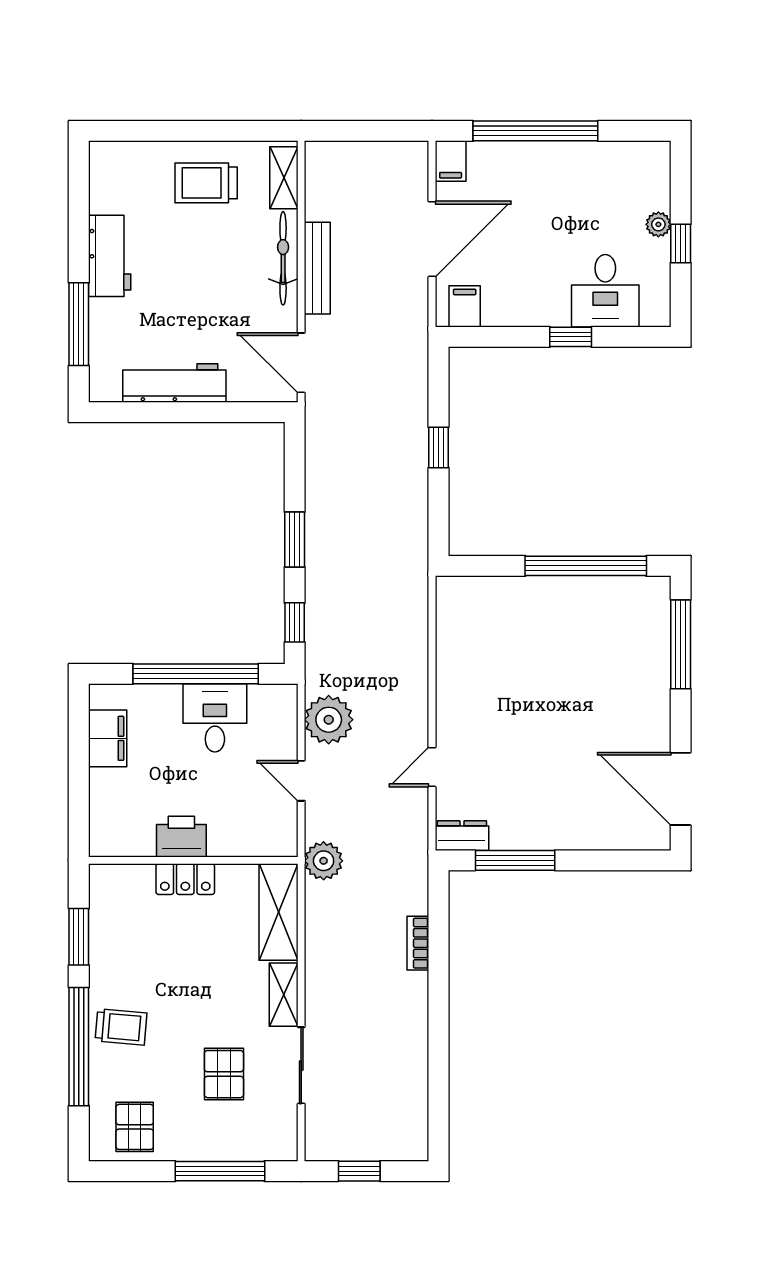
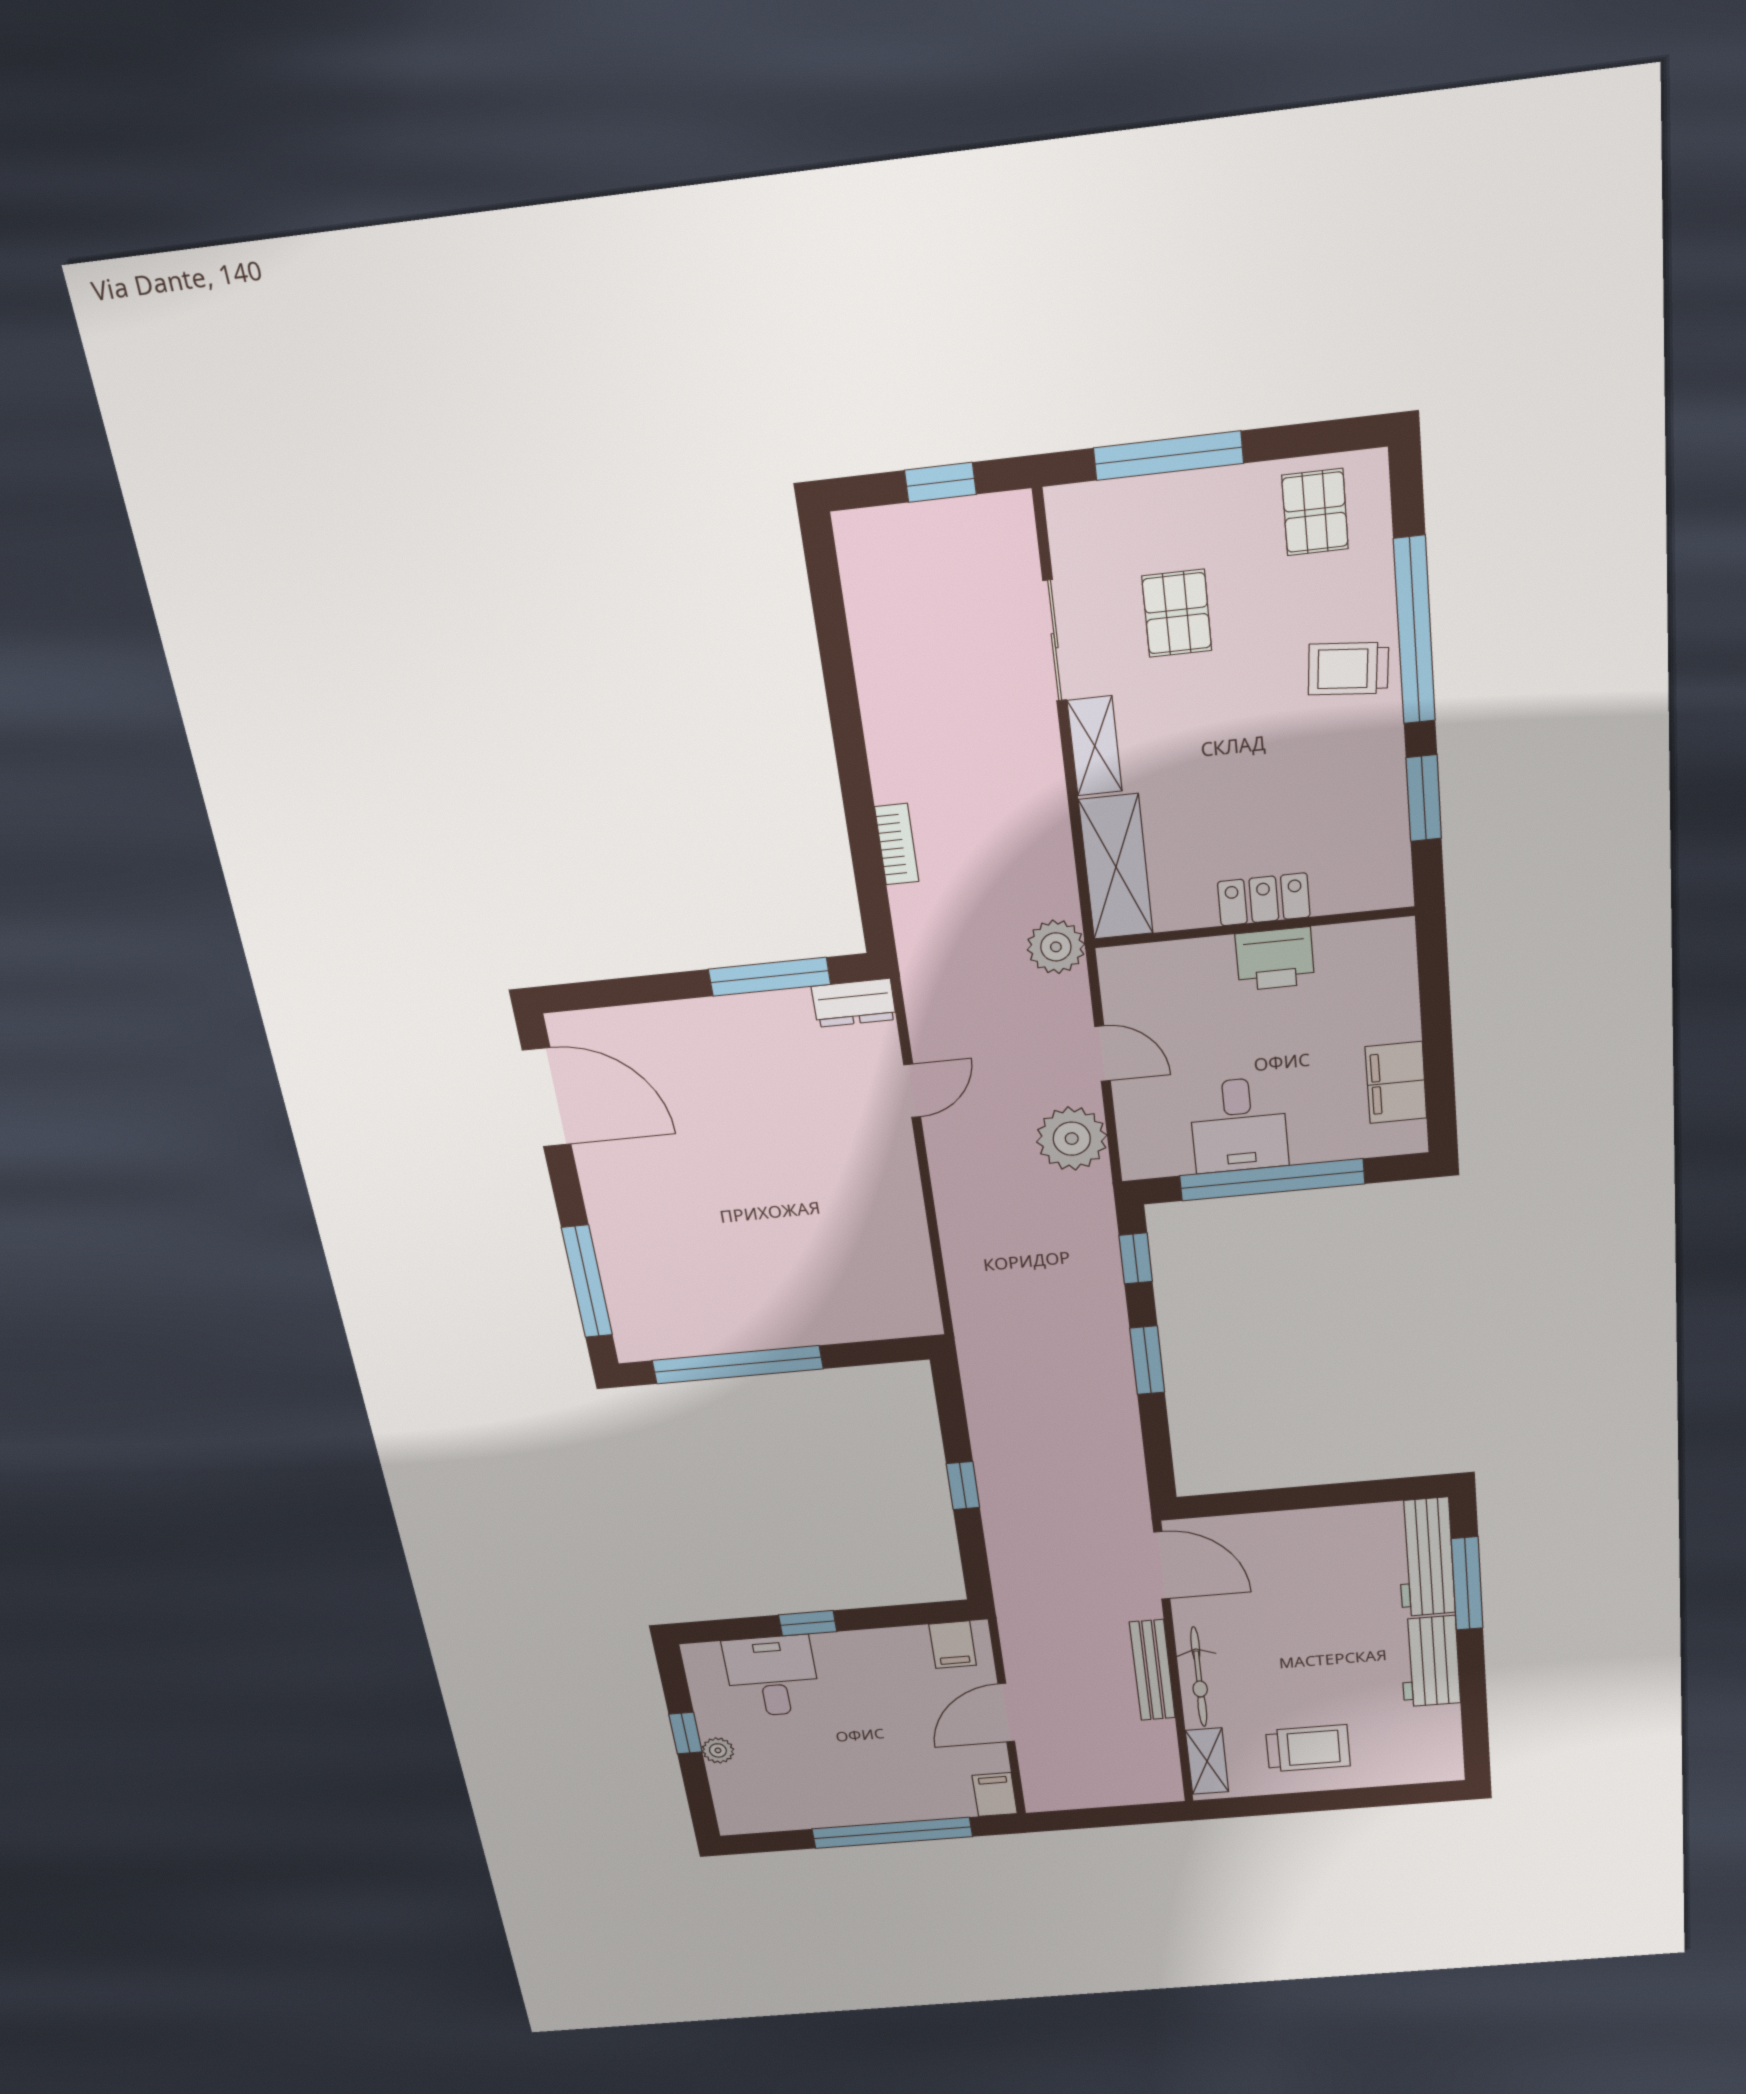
door: (432, 239) -> (1006, 1713), width x0.73
workbench: (174, 383) -> (1425, 1557), moved, turned 90

